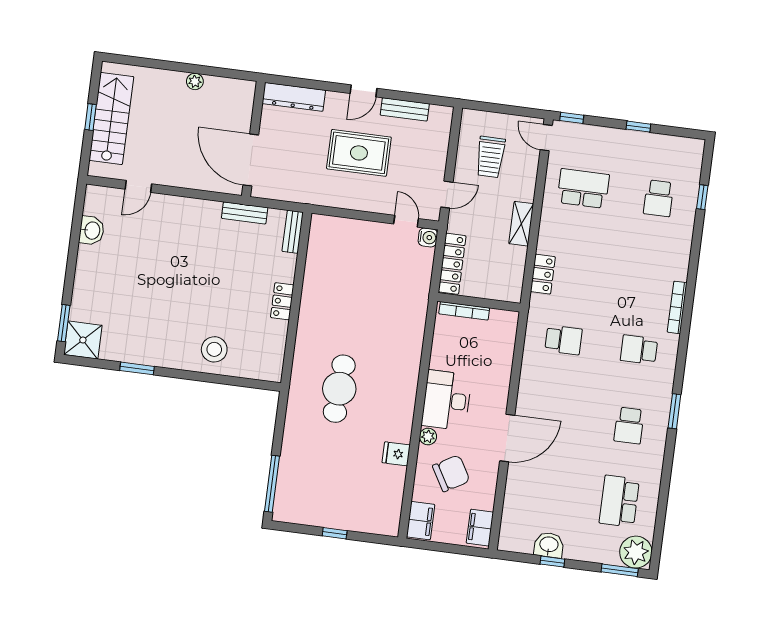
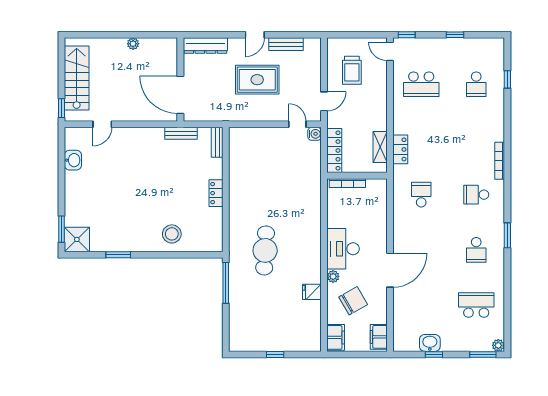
window: (90, 117) -> (62, 108), moved
school desk: (583, 188) -> (421, 84), turned 180
shelving: (521, 224) -> (380, 147), moved
school desk: (563, 340) -> (421, 195), turned -90
window: (272, 484) -> (226, 283), moved
school desk: (619, 501) -> (476, 305), turned 90
plant: (636, 552) -> (498, 345), width x0.53, depth x0.53

